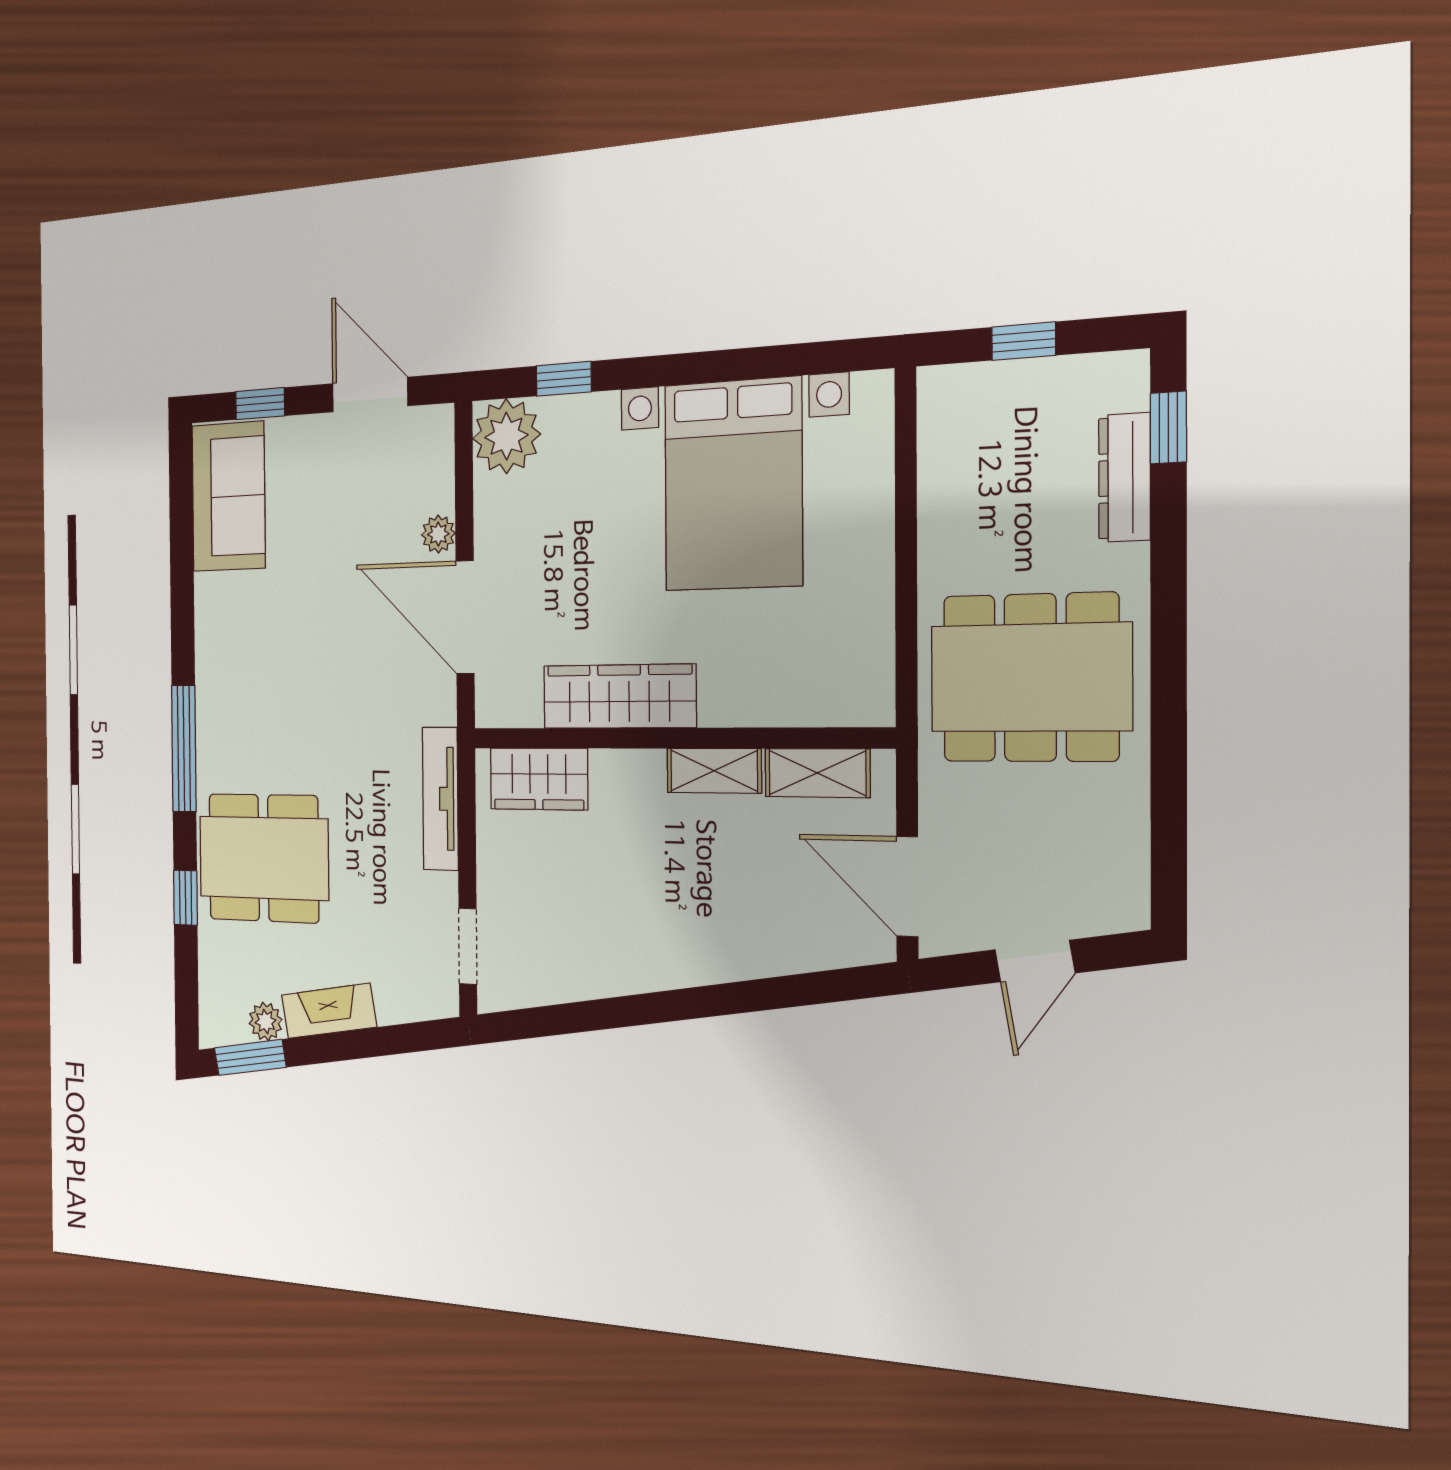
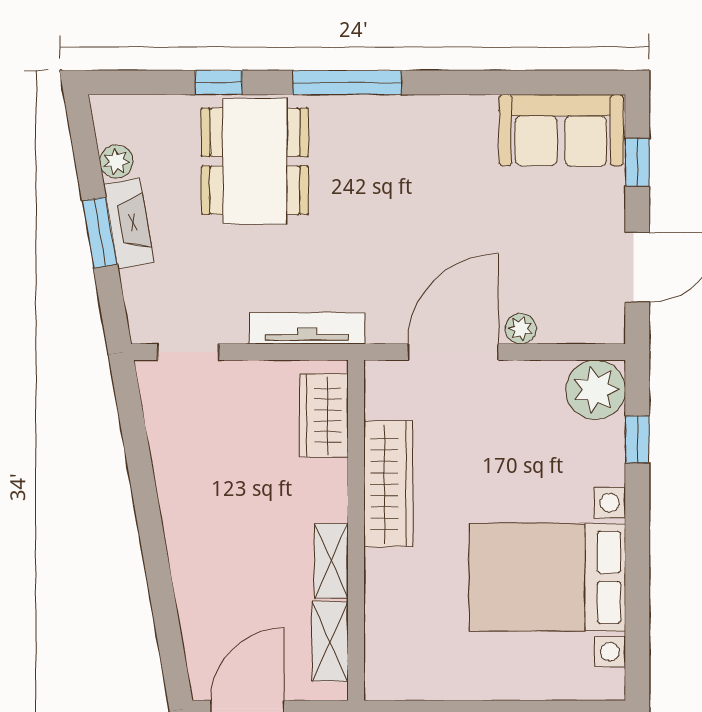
window: (250, 1057) -> (100, 232), moved

